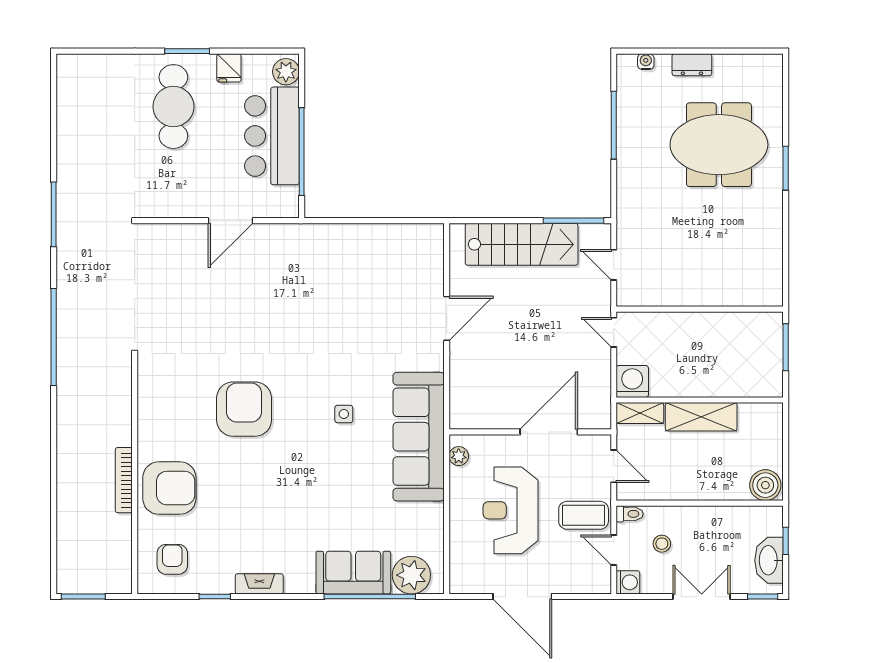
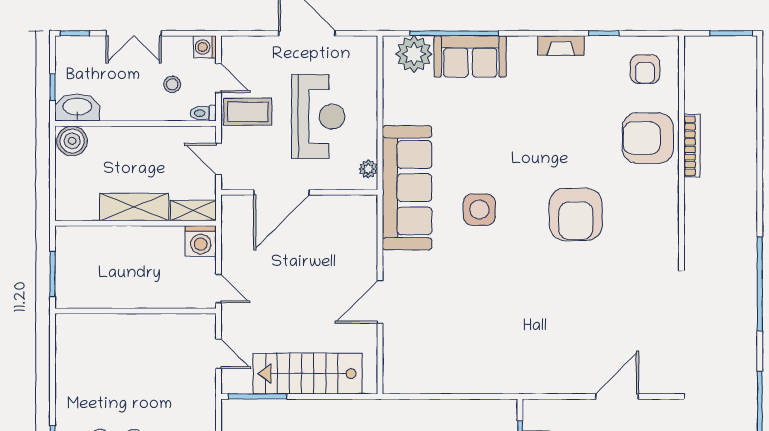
door: (231, 221) -> (617, 396), moved
side table: (344, 414) -> (479, 210), width x1.87, depth x1.87
washbasin: (769, 560) -> (77, 107), moved, turned -90

